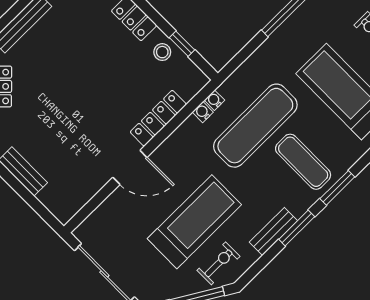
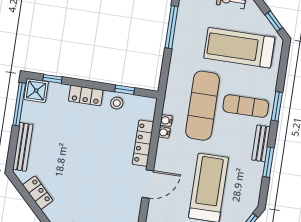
water cooler: (214, 100) -> (164, 132), moved
window: (297, 228) -> (268, 162), moved
bench: (273, 231) -> (261, 143), moved
exercise bike: (218, 263) -> (240, 202), removed

